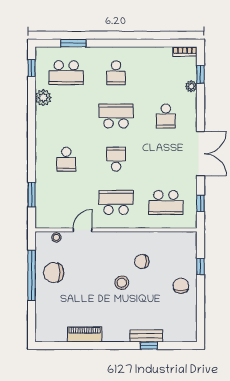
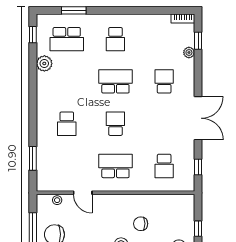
school desk: (166, 116) -> (164, 81), turned 180
school desk: (166, 202) -> (164, 166), width x0.54
door: (83, 230) -> (83, 193), swing flipped

